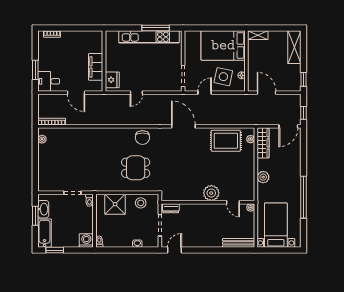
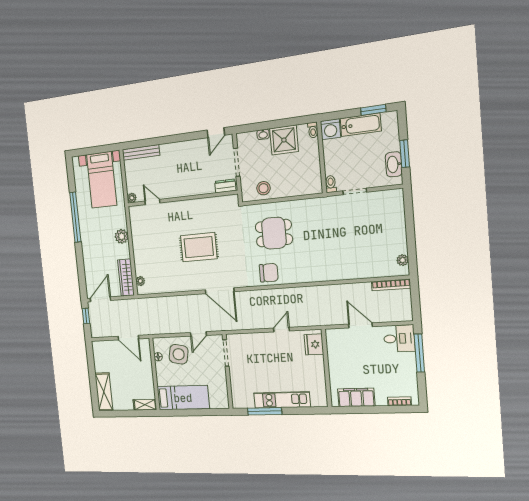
kitchen unit: (149, 37) -> (282, 400), width x0.73
bed: (223, 45) -> (183, 398), width x0.67
filing cabinet: (96, 67) -> (356, 397), moved, turned -90
window: (35, 70) -> (419, 353), width x1.44
window: (304, 79) -> (90, 355), removed
chair: (142, 138) -> (269, 273), turned 90
rug: (226, 141) -> (199, 247), moved
plant: (211, 193) -> (179, 211), removed
shower: (115, 204) -> (284, 140), moved
bathtub: (45, 233) -> (361, 125), moved, turned -90

